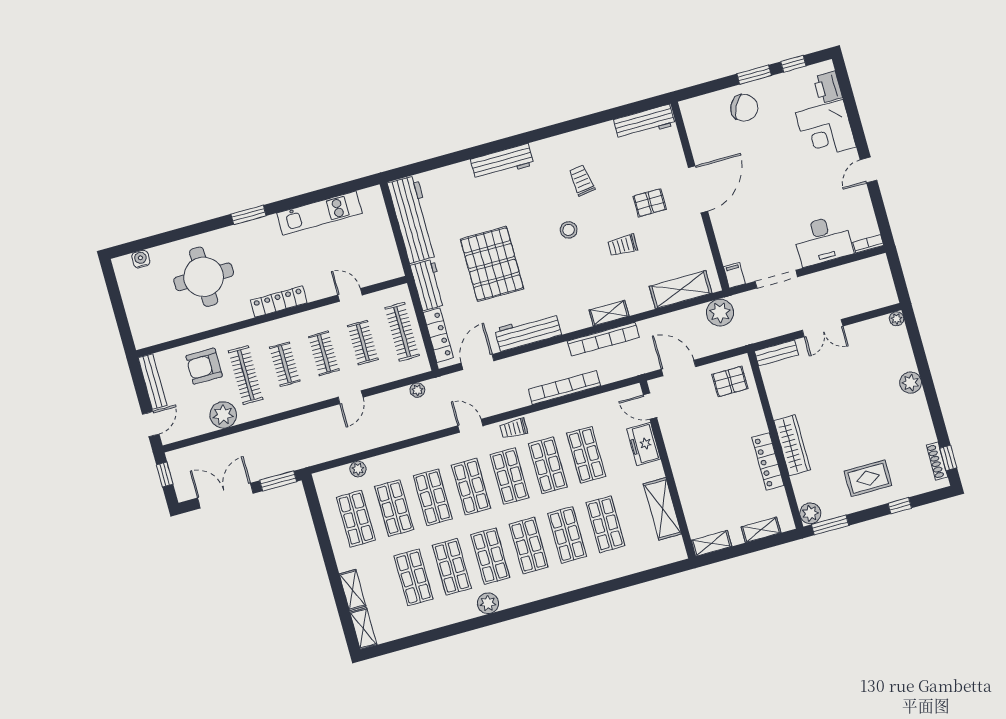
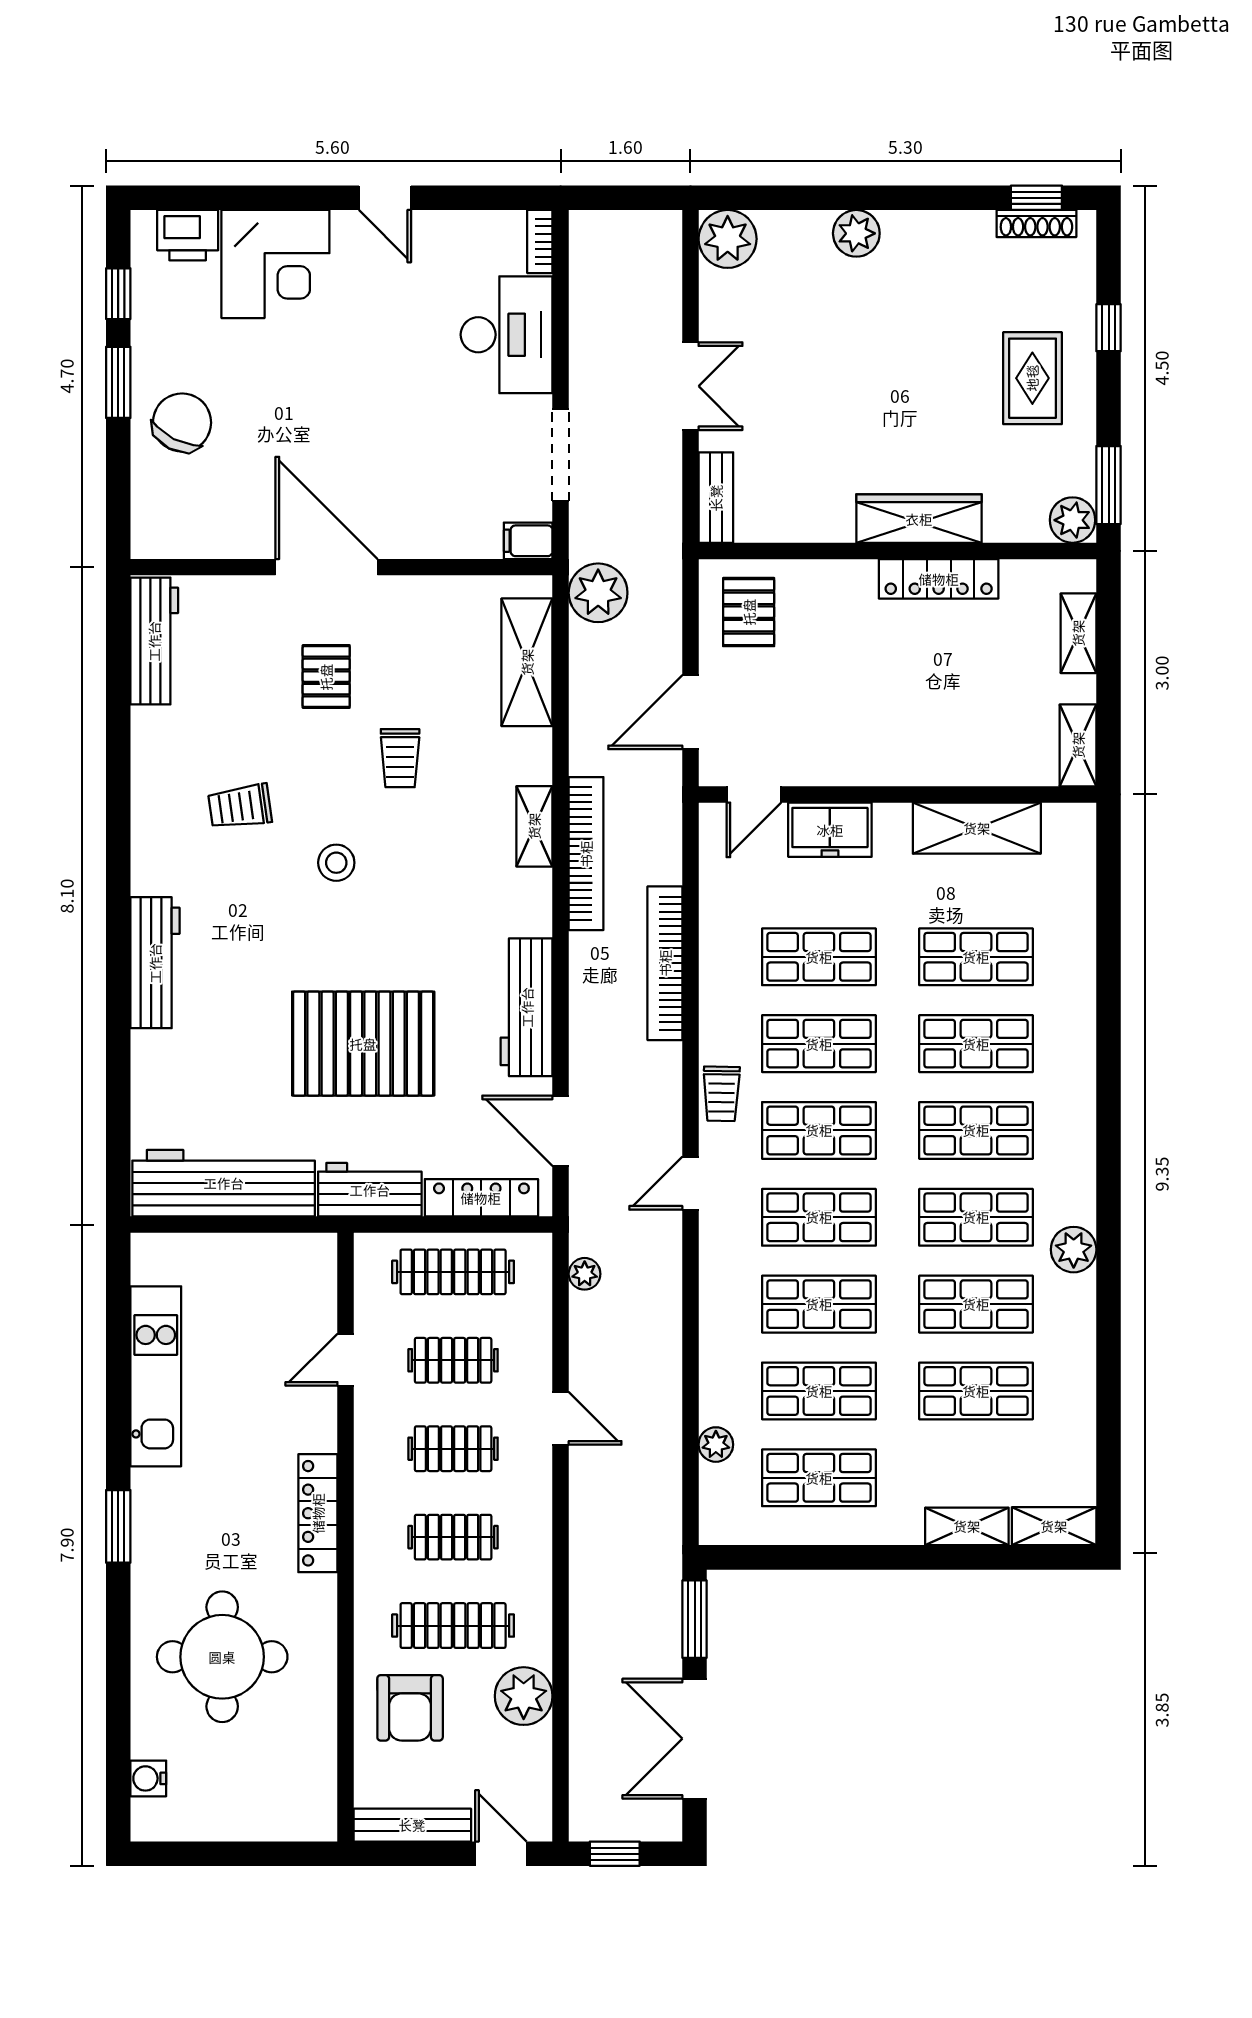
plant: (897, 319) -> (728, 239), width x1.87, depth x1.87

